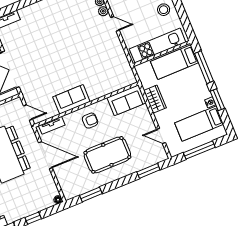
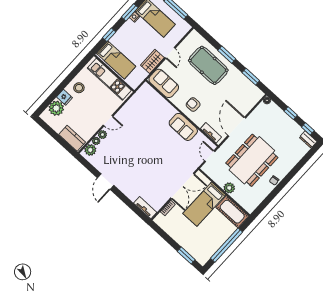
door: (115, 24) -> (108, 121), swing flipped
window: (204, 67) -> (109, 35), width x0.46
door: (161, 136) -> (170, 53), moved
pool table: (107, 155) -> (208, 65), moved
window: (148, 171) -> (227, 55), moved

